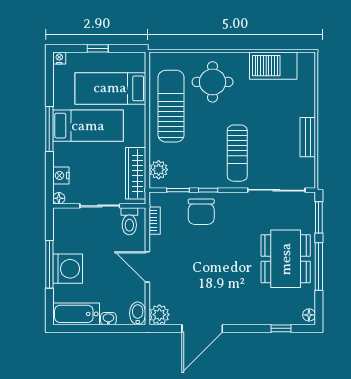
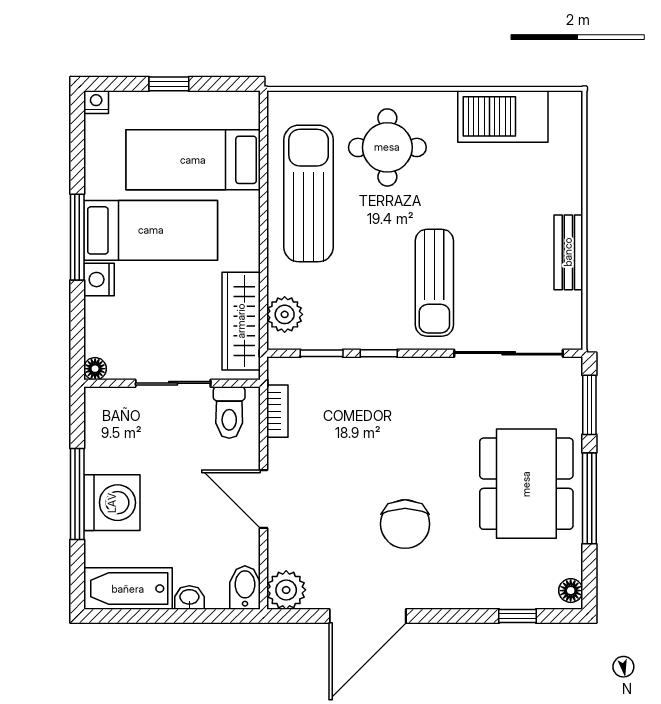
nightstand: (61, 176) -> (99, 280), moved
chair: (201, 212) -> (405, 524), moved

